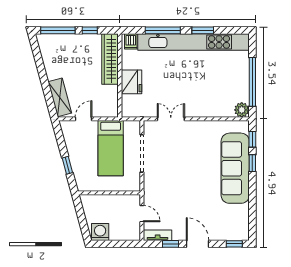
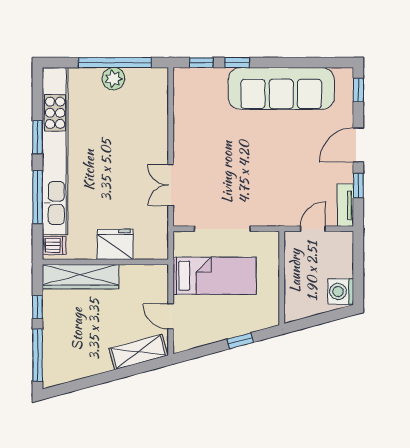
plant: (242, 110) -> (113, 79), moved
sofa: (235, 168) -> (281, 88), moved

